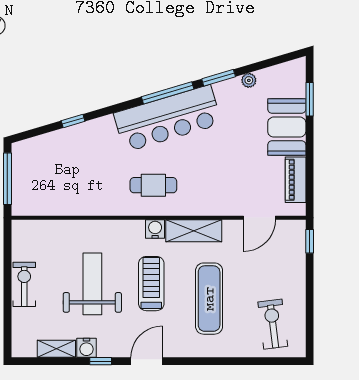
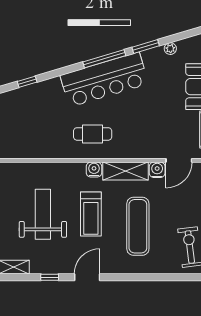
treadmill: (151, 284) -> (91, 214), turned 180
water cooler: (86, 348) -> (157, 170), moved, turned 180

